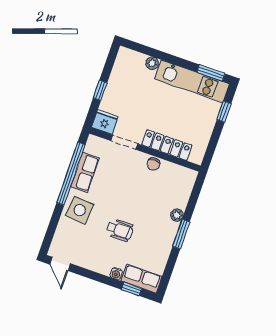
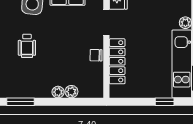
plant: (181, 202) -> (71, 92), added
window: (181, 234) -> (21, 102), moved

